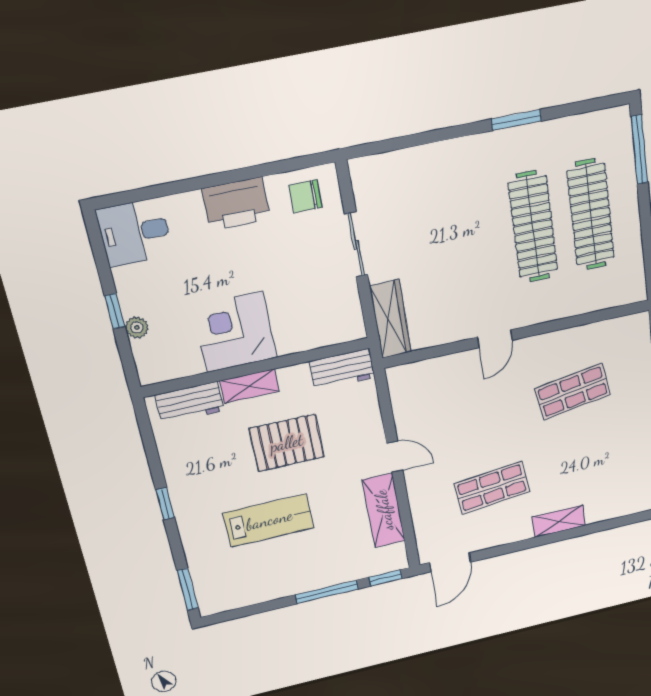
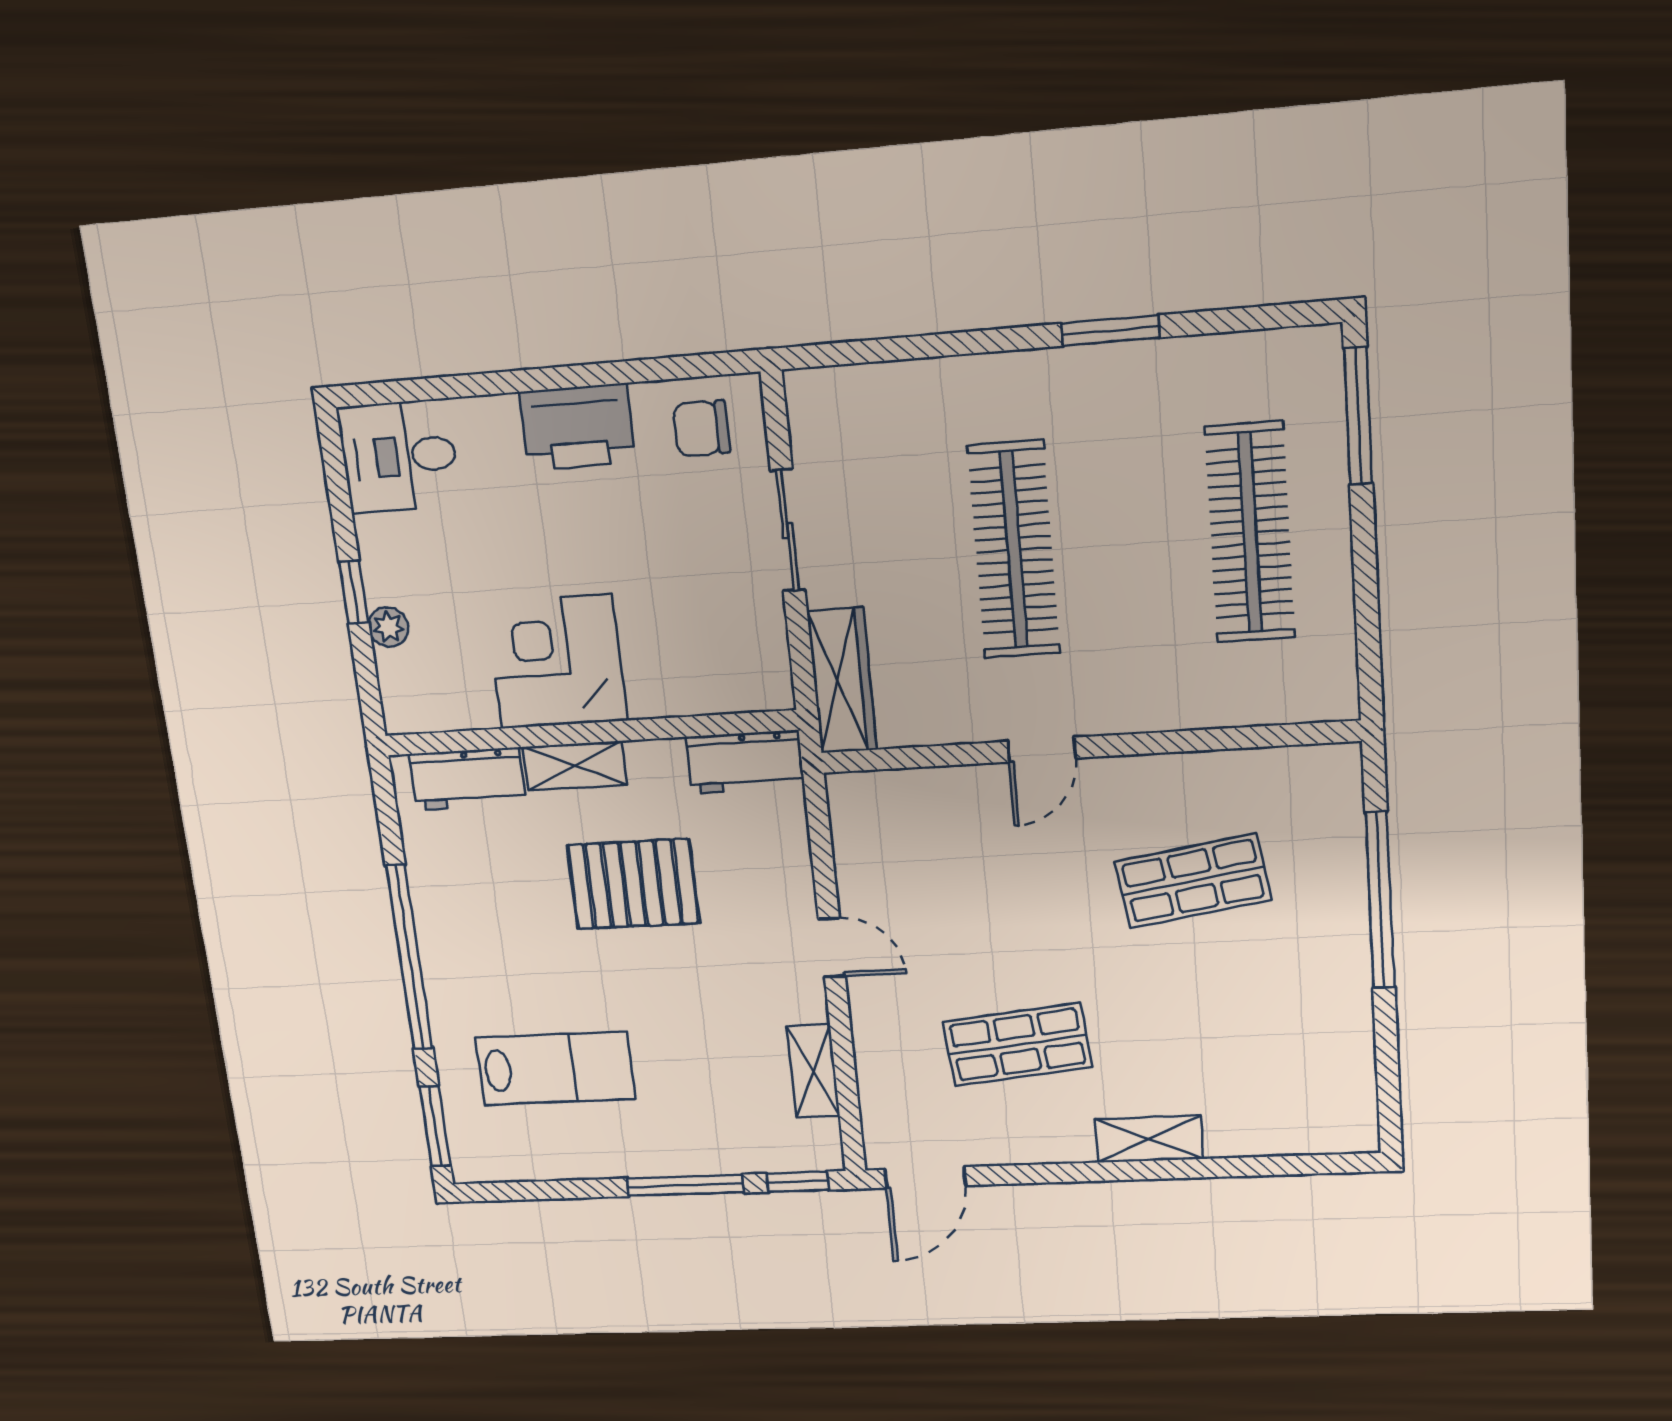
clothes rail: (533, 227) -> (1014, 550), moved
window: (165, 504) -> (409, 958), width x3.17
shelving: (384, 510) -> (813, 1071), width x0.67, depth x0.75
lab bench: (269, 520) -> (555, 1068), moved

